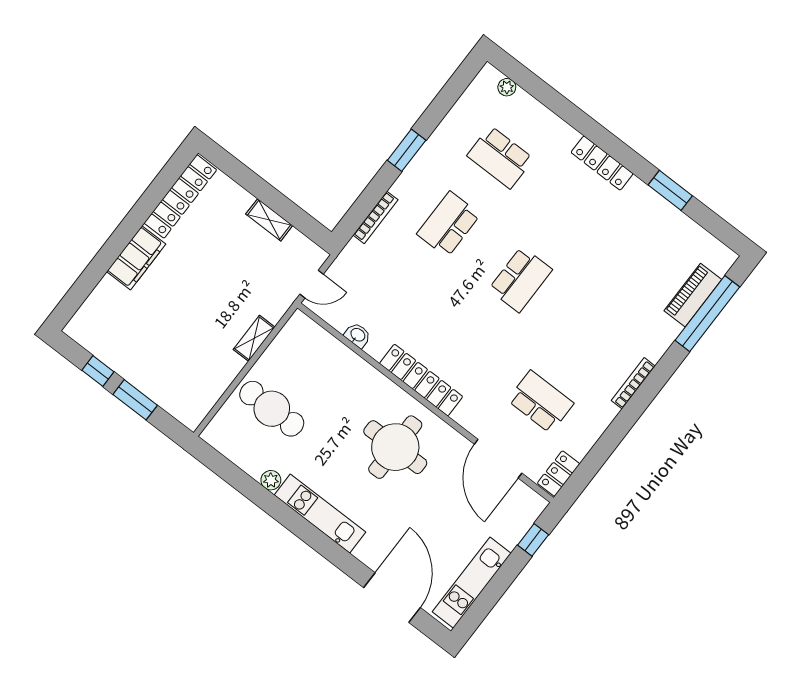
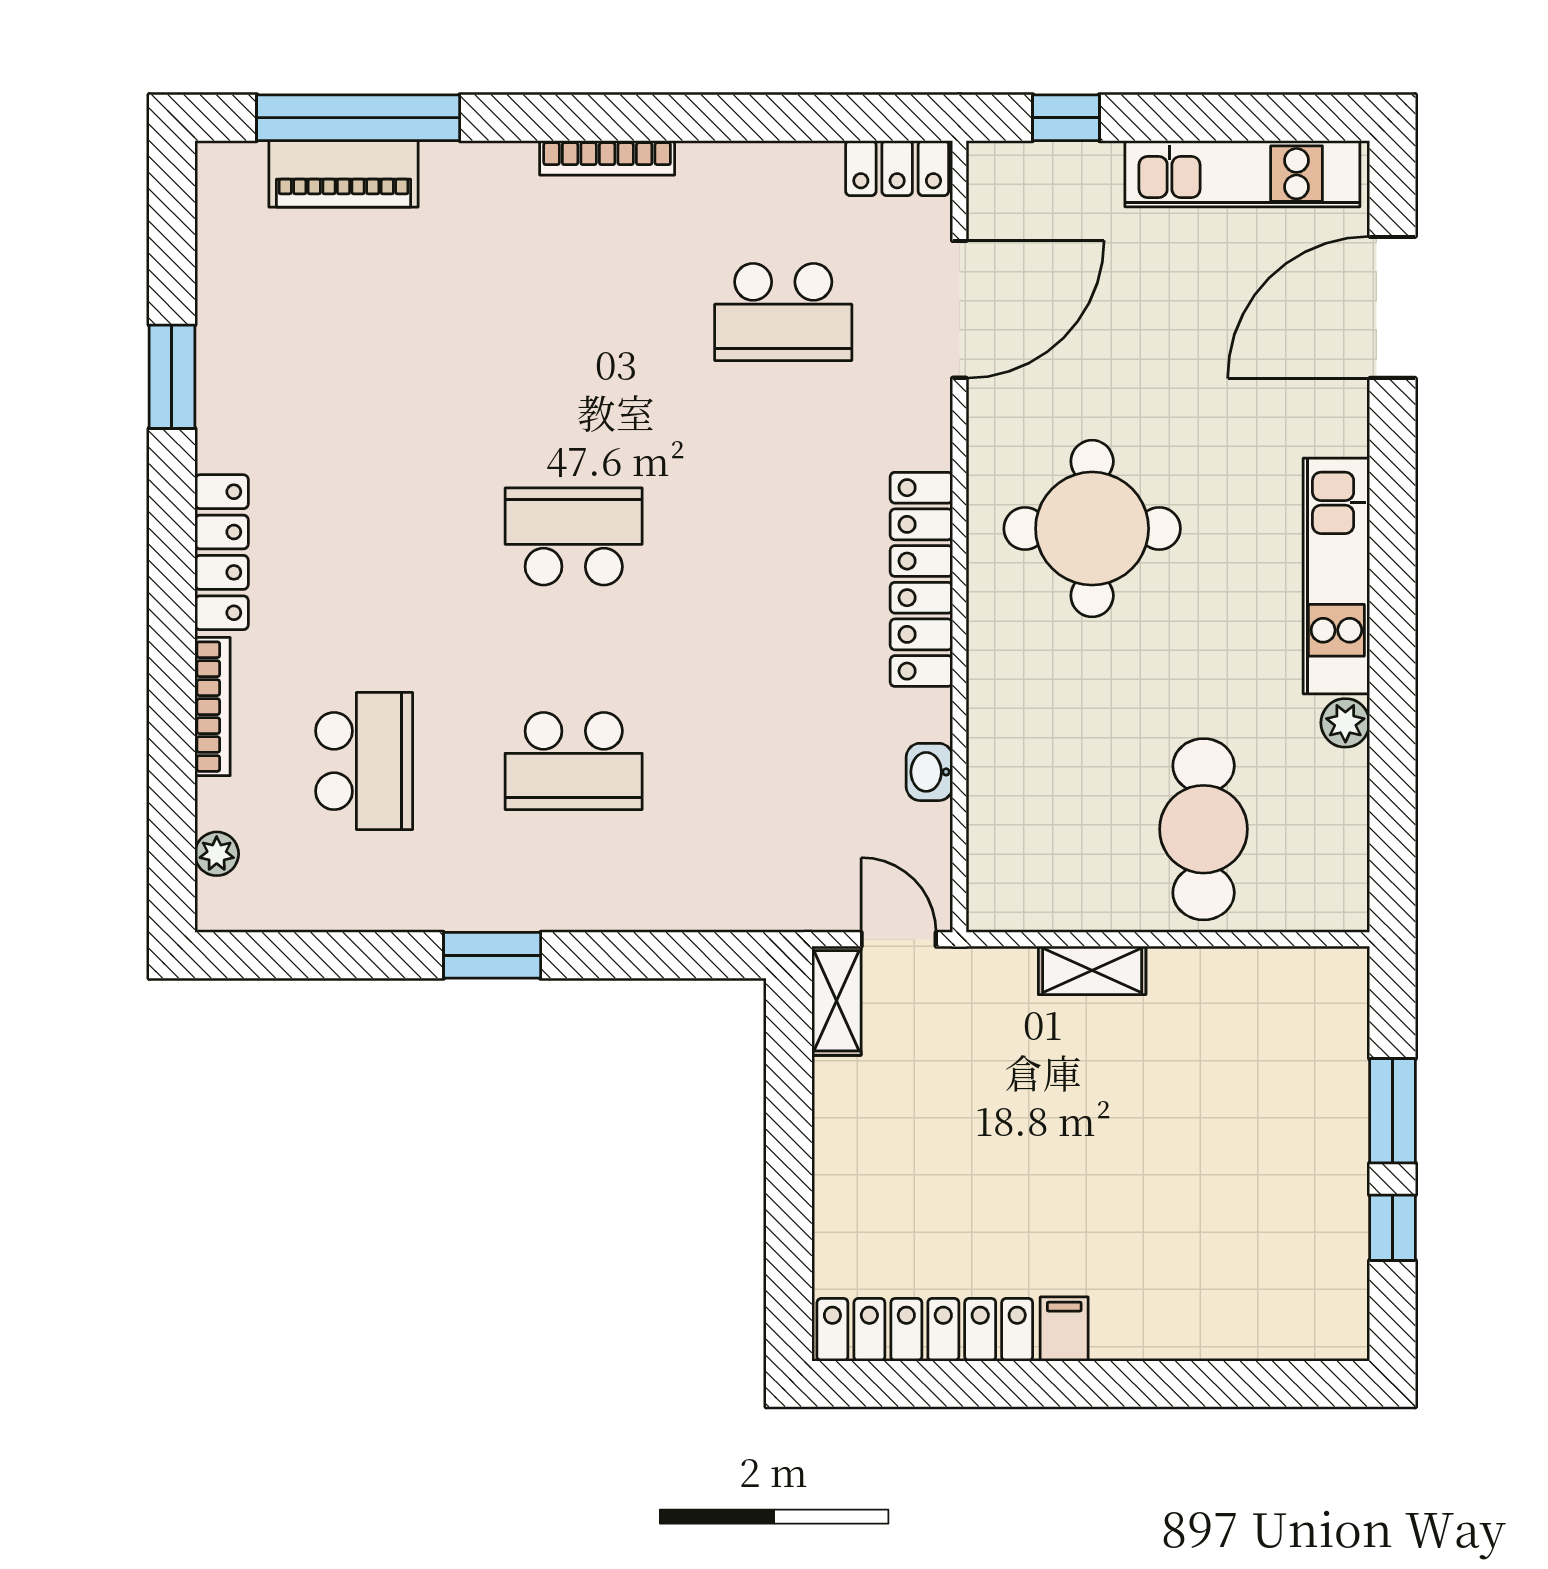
bookcase: (375, 217) -> (213, 707), moved, turned 90
shelving: (269, 220) -> (836, 1001), moved
filing cabinet: (136, 258) -> (1064, 1329), width x0.33, depth x0.86
school desk: (541, 402) -> (783, 312), turned -90

